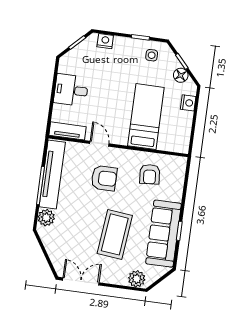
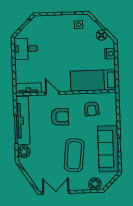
nightstand: (105, 41) -> (44, 20), removed
desk: (71, 90) -> (26, 49), moved
bed: (146, 117) -> (93, 80), moved, turned -90

